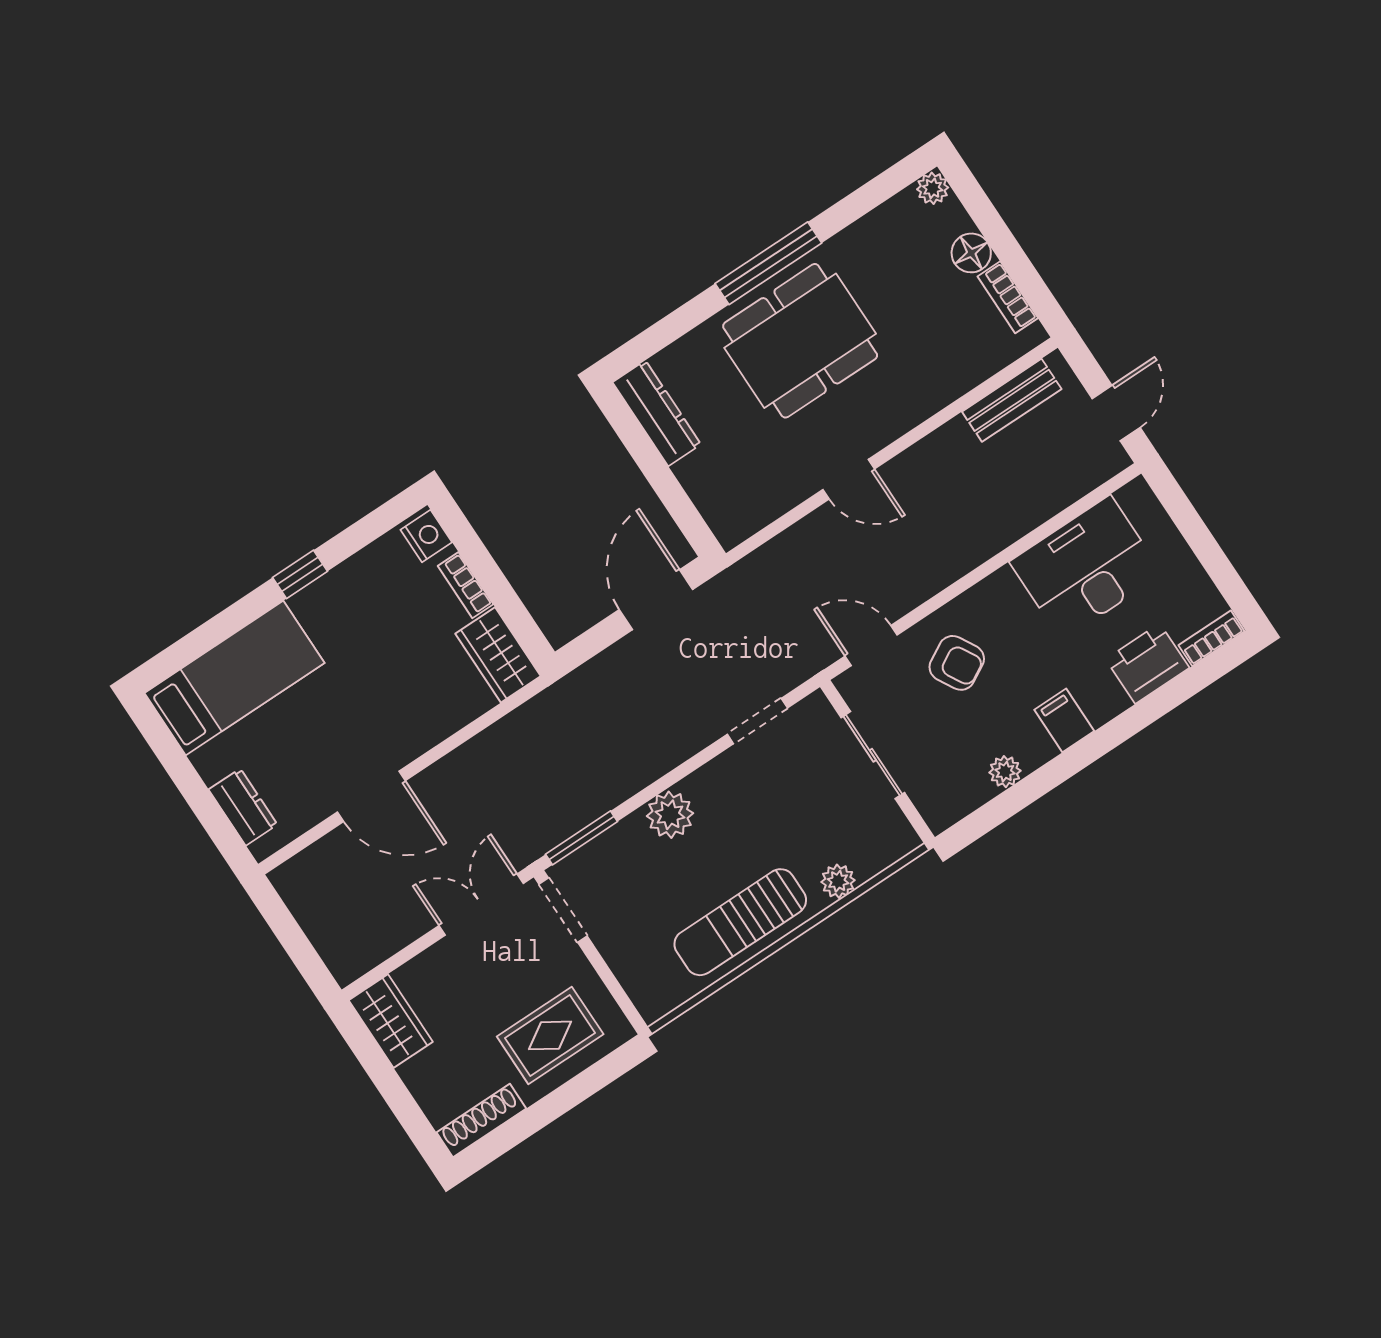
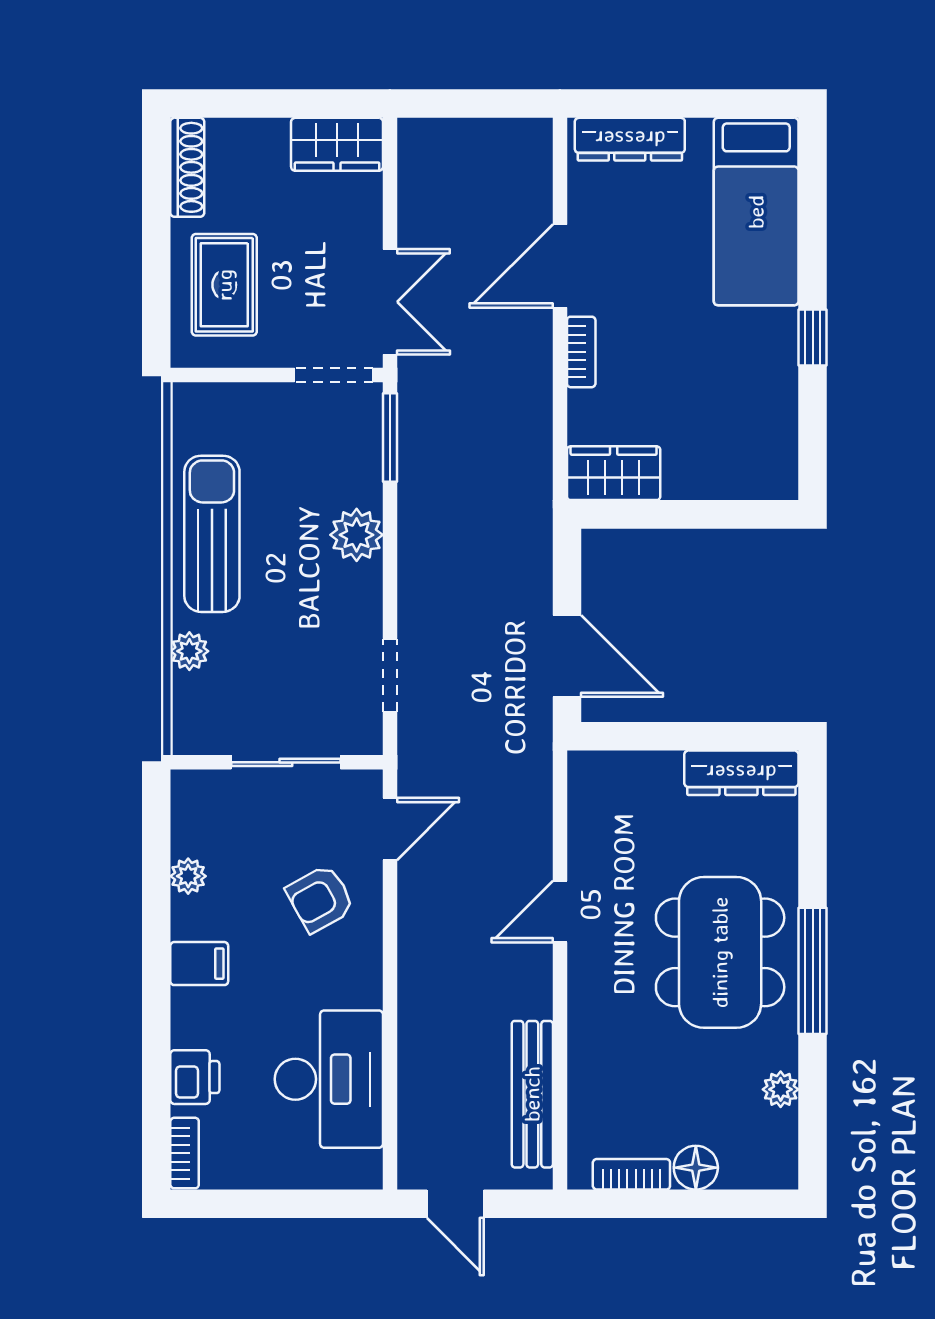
plant: (933, 188) -> (781, 1089), moved
bench: (1012, 400) -> (532, 1094), width x1.36
nightstand: (426, 536) -> (770, 480), removed
bookcase: (465, 585) -> (581, 352), moved, turned 90
printer: (1147, 664) -> (195, 1077), width x0.73, depth x0.81
dresser: (243, 807) -> (630, 139), width x1.44

